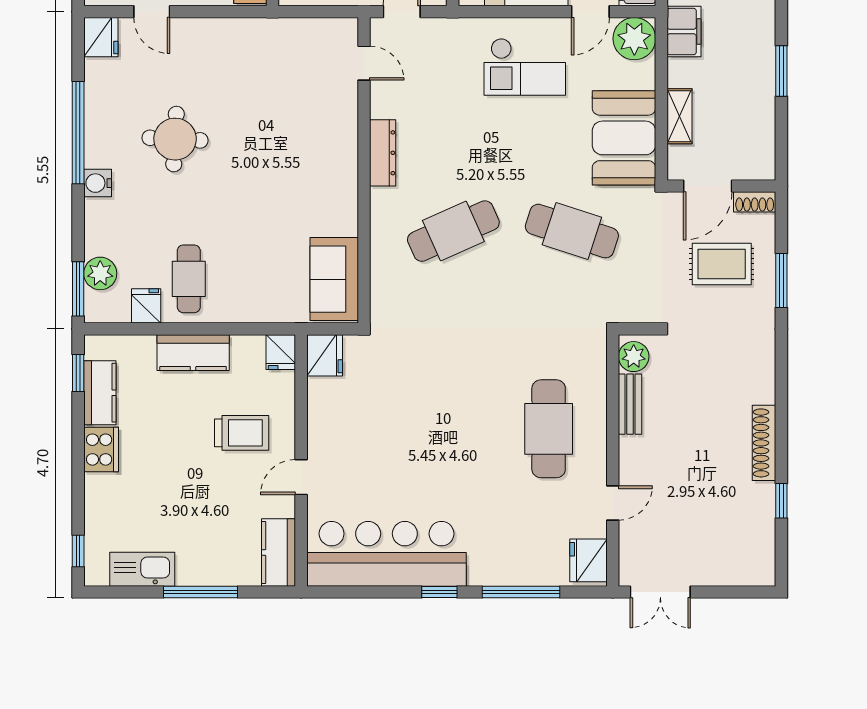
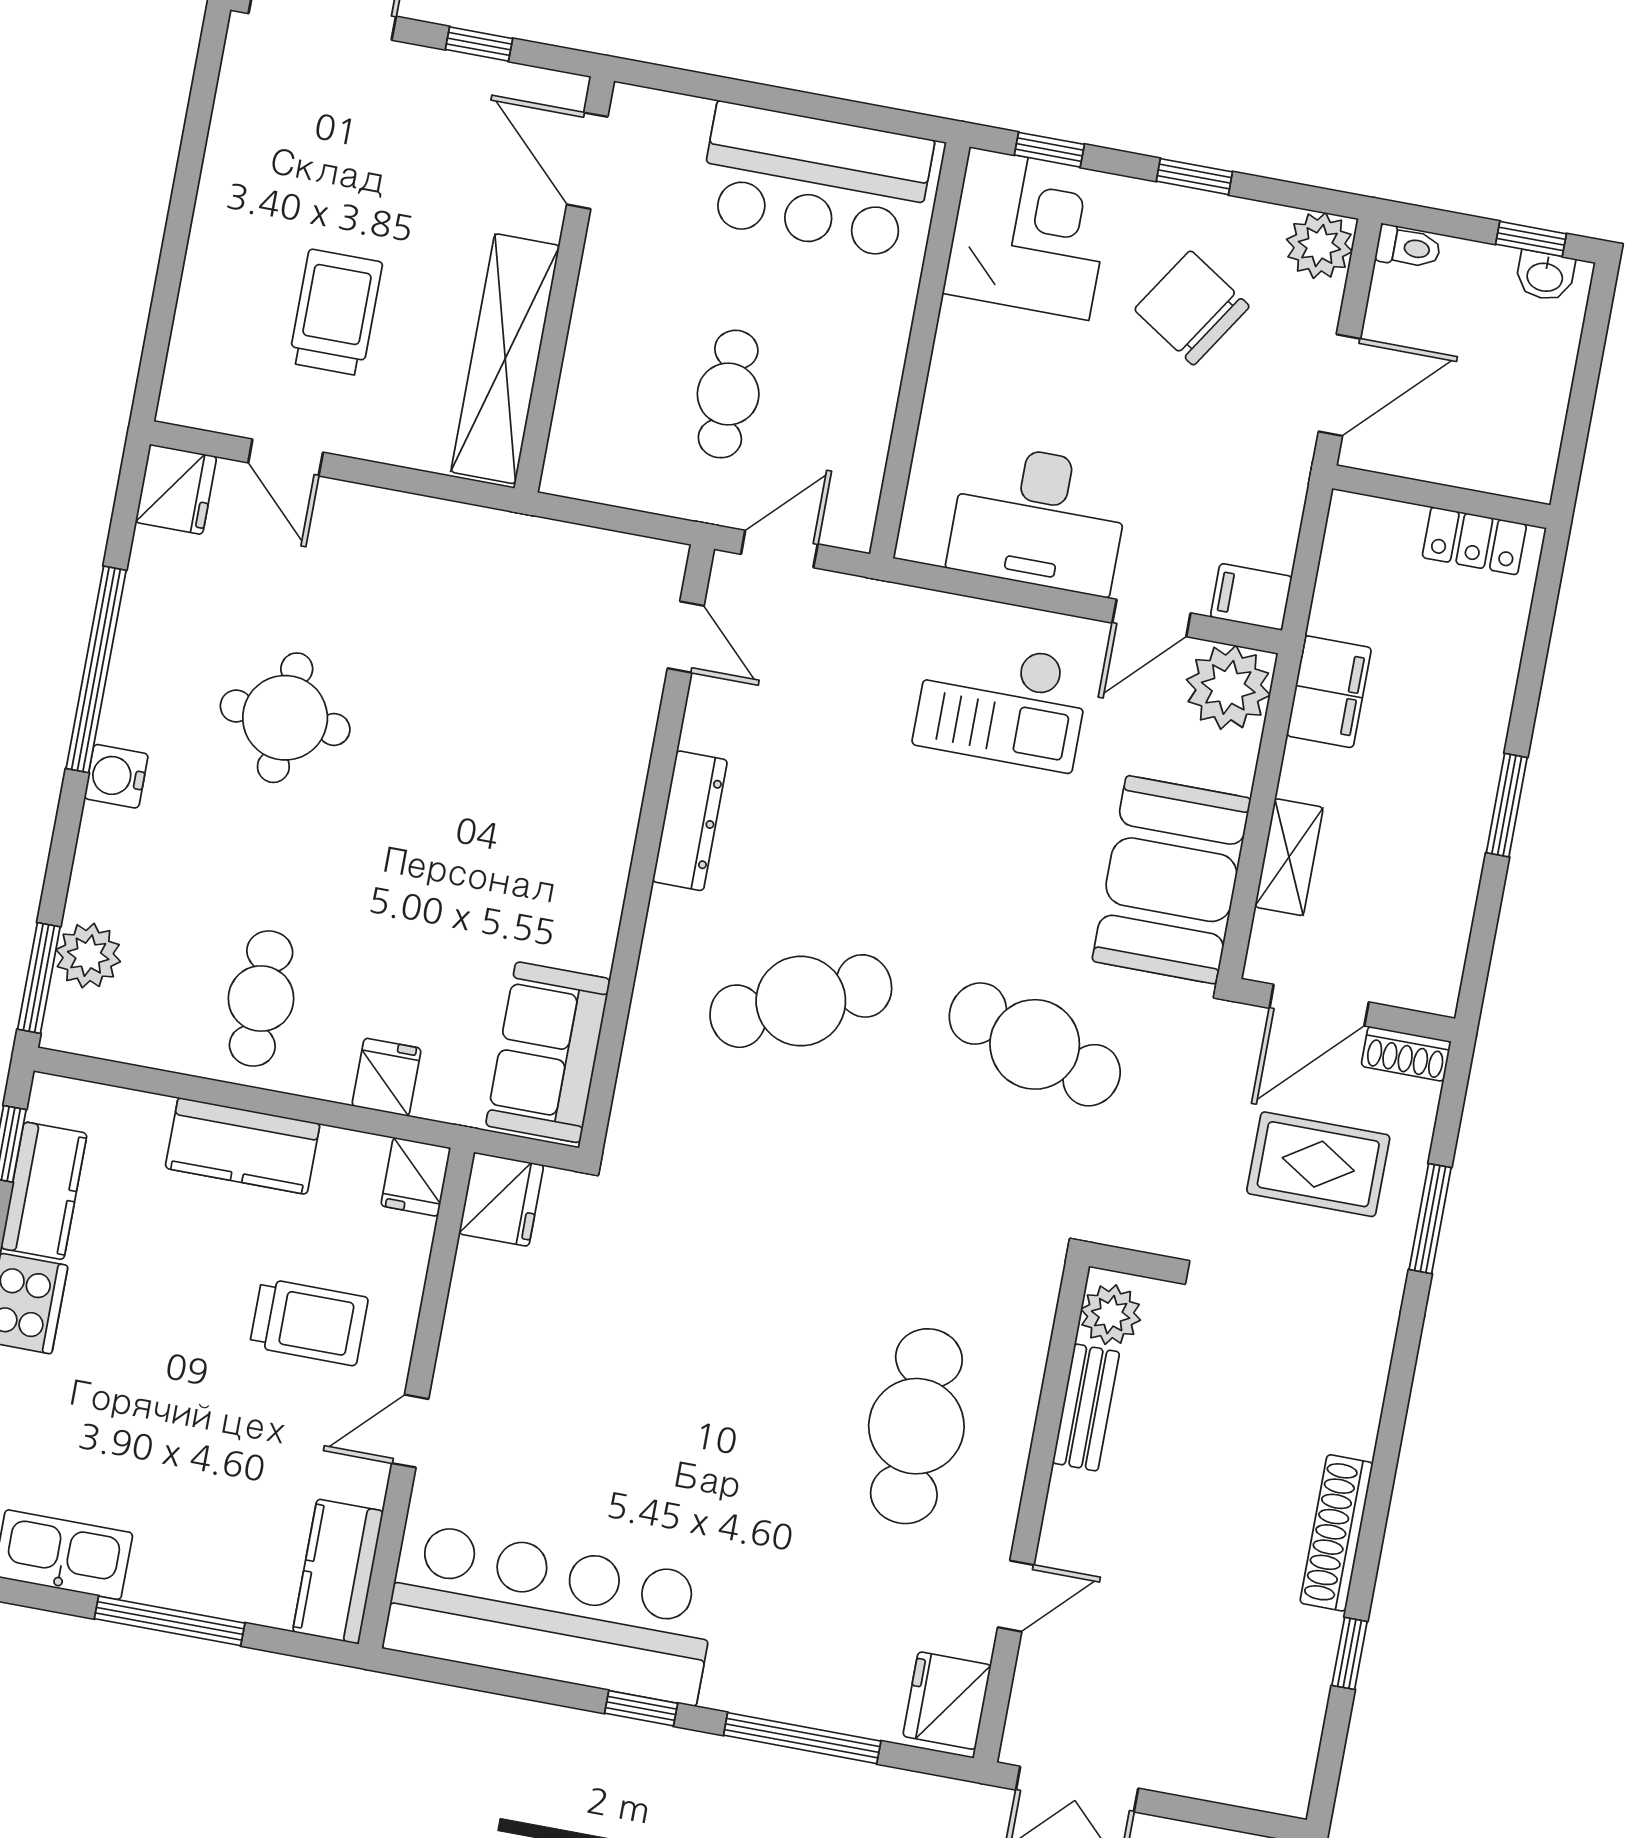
fridge: (146, 306) -> (387, 1077), moved

